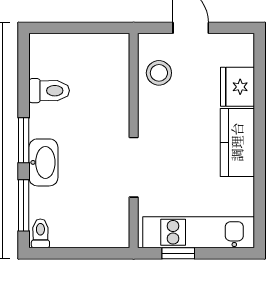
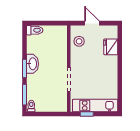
toilet: (49, 91) -> (35, 30), moved
kitchen counter: (237, 142) -> (111, 69), removed
washbasin: (43, 162) -> (32, 64), moved

